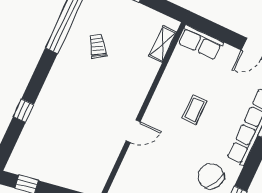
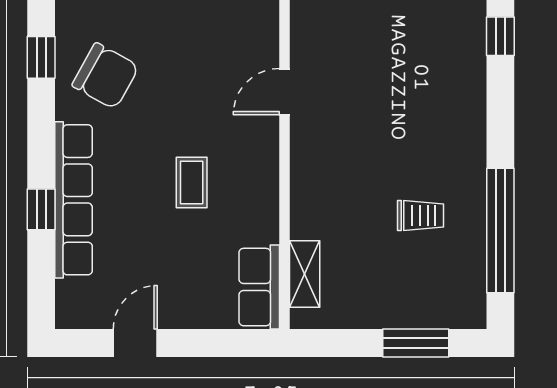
row of seats: (201, 43) -> (259, 287), moved, turned -90
trolley: (98, 46) -> (420, 215), turned -57

